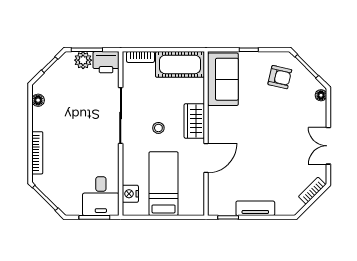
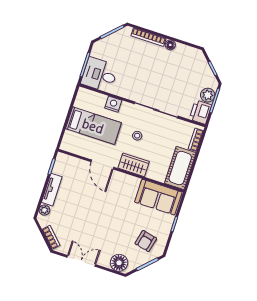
floor lamp: (321, 95) -> (119, 263), width x1.89, depth x1.89
floor lamp: (38, 100) -> (170, 45), moved
nightstand: (130, 194) -> (113, 104), moved
plant: (282, 209) -> (44, 210), added

